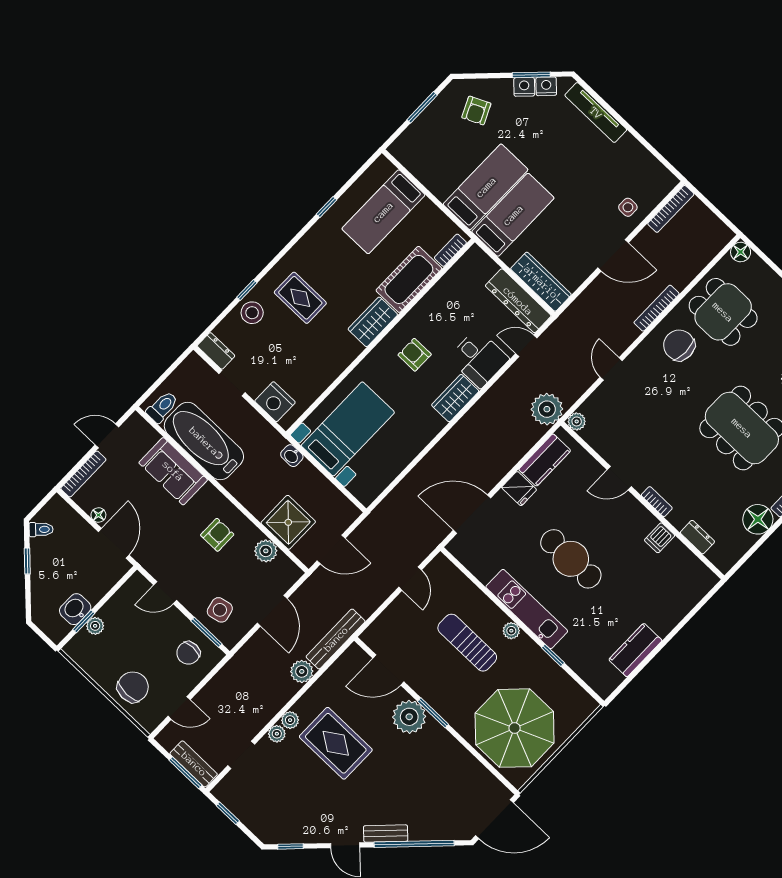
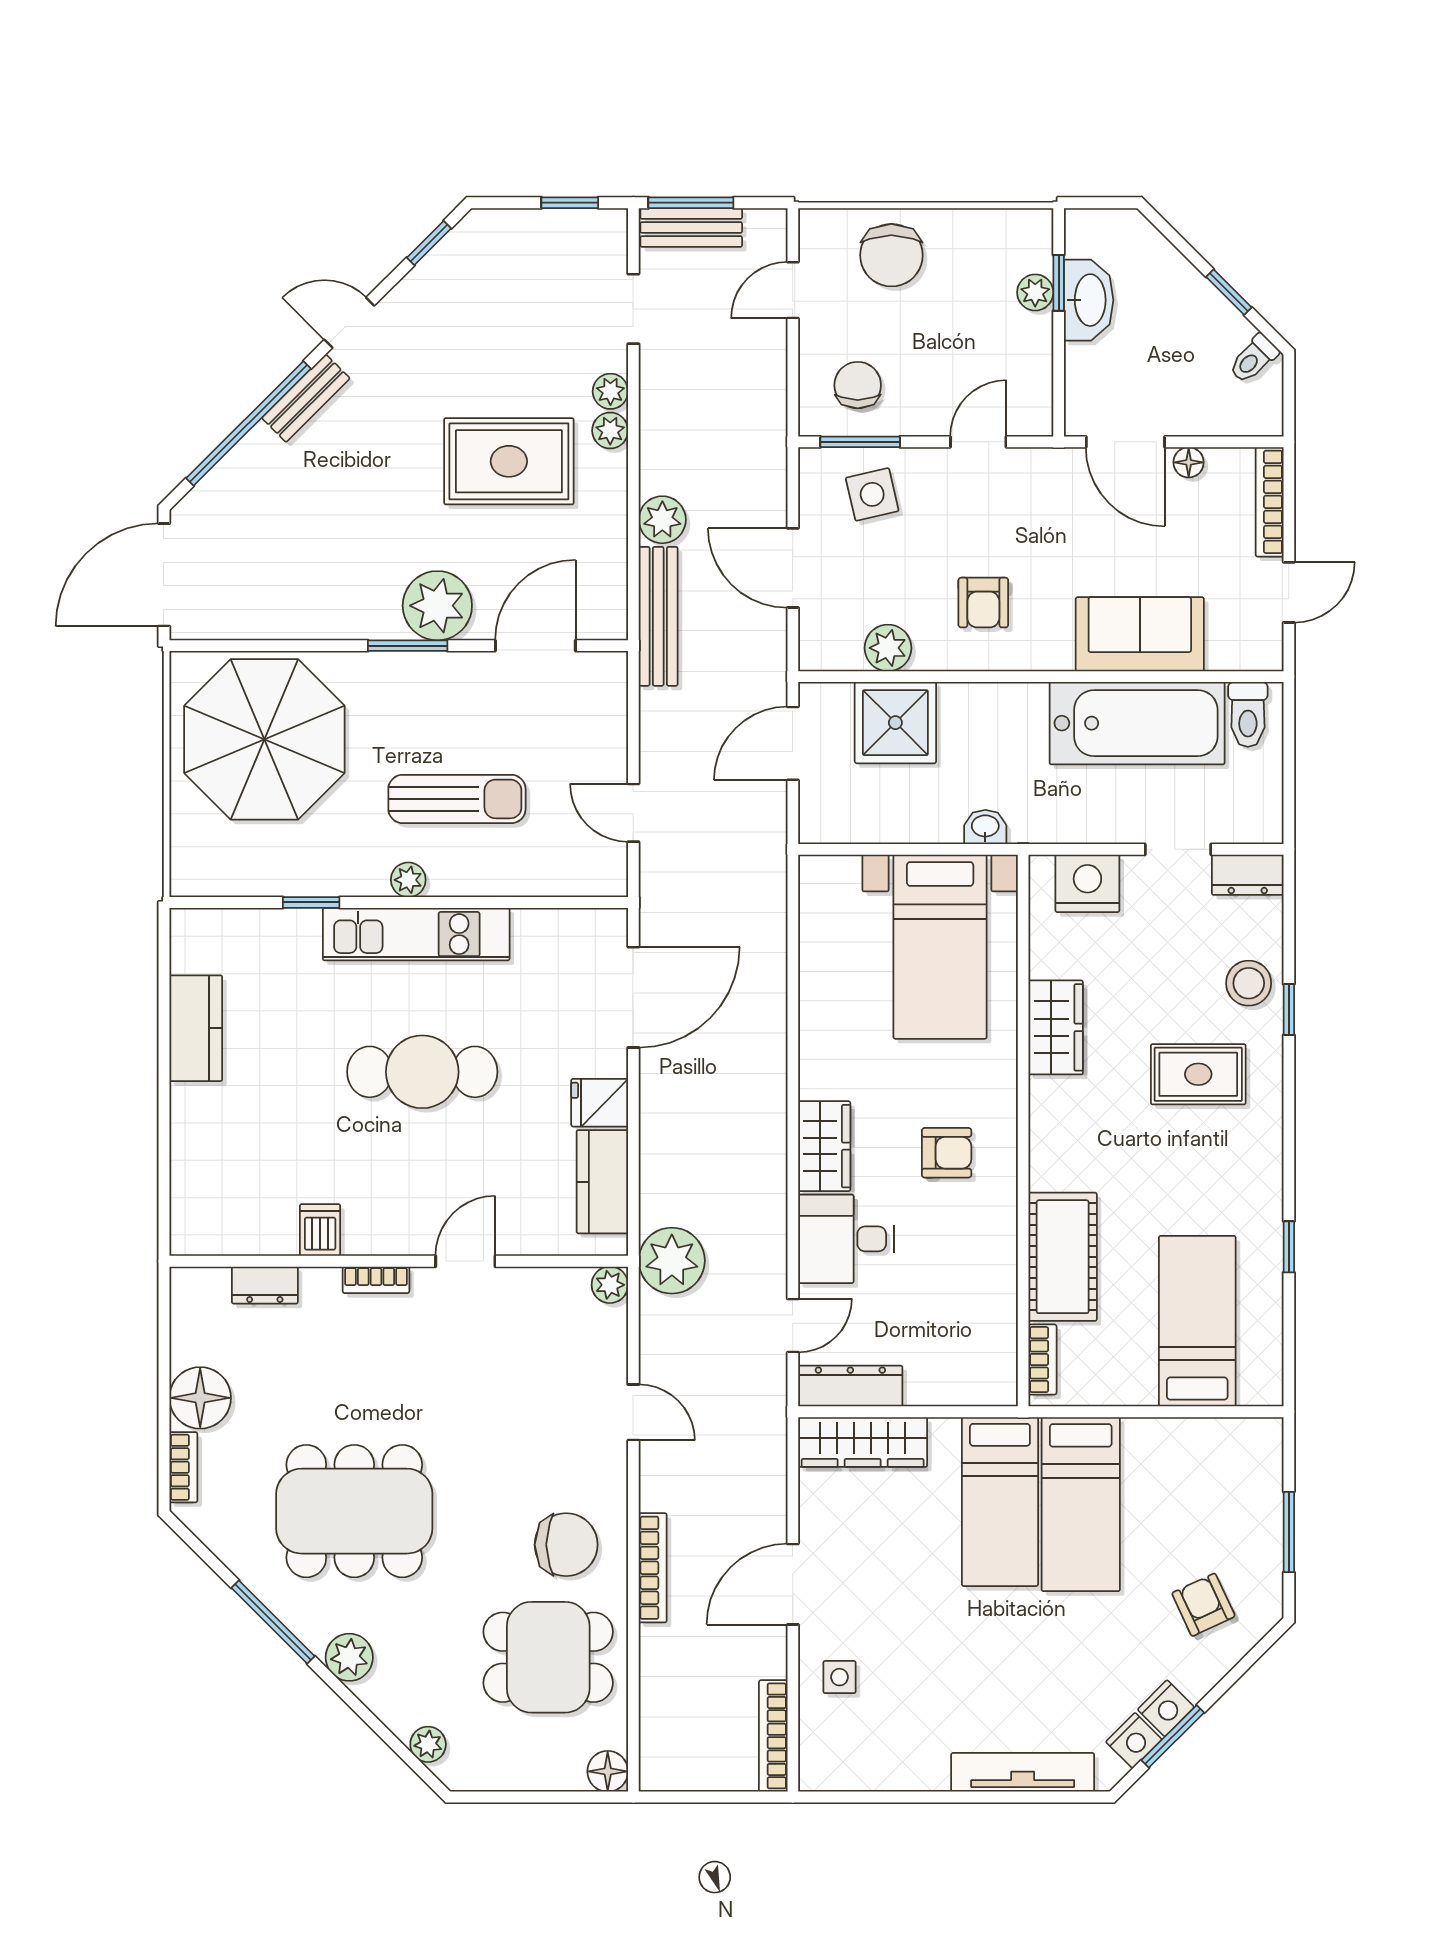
dresser: (518, 301) -> (850, 1386), width x0.73, depth x0.80
wardrobe: (373, 322) -> (1056, 1027), moved
washbasin: (75, 609) -> (1089, 300), width x1.38

